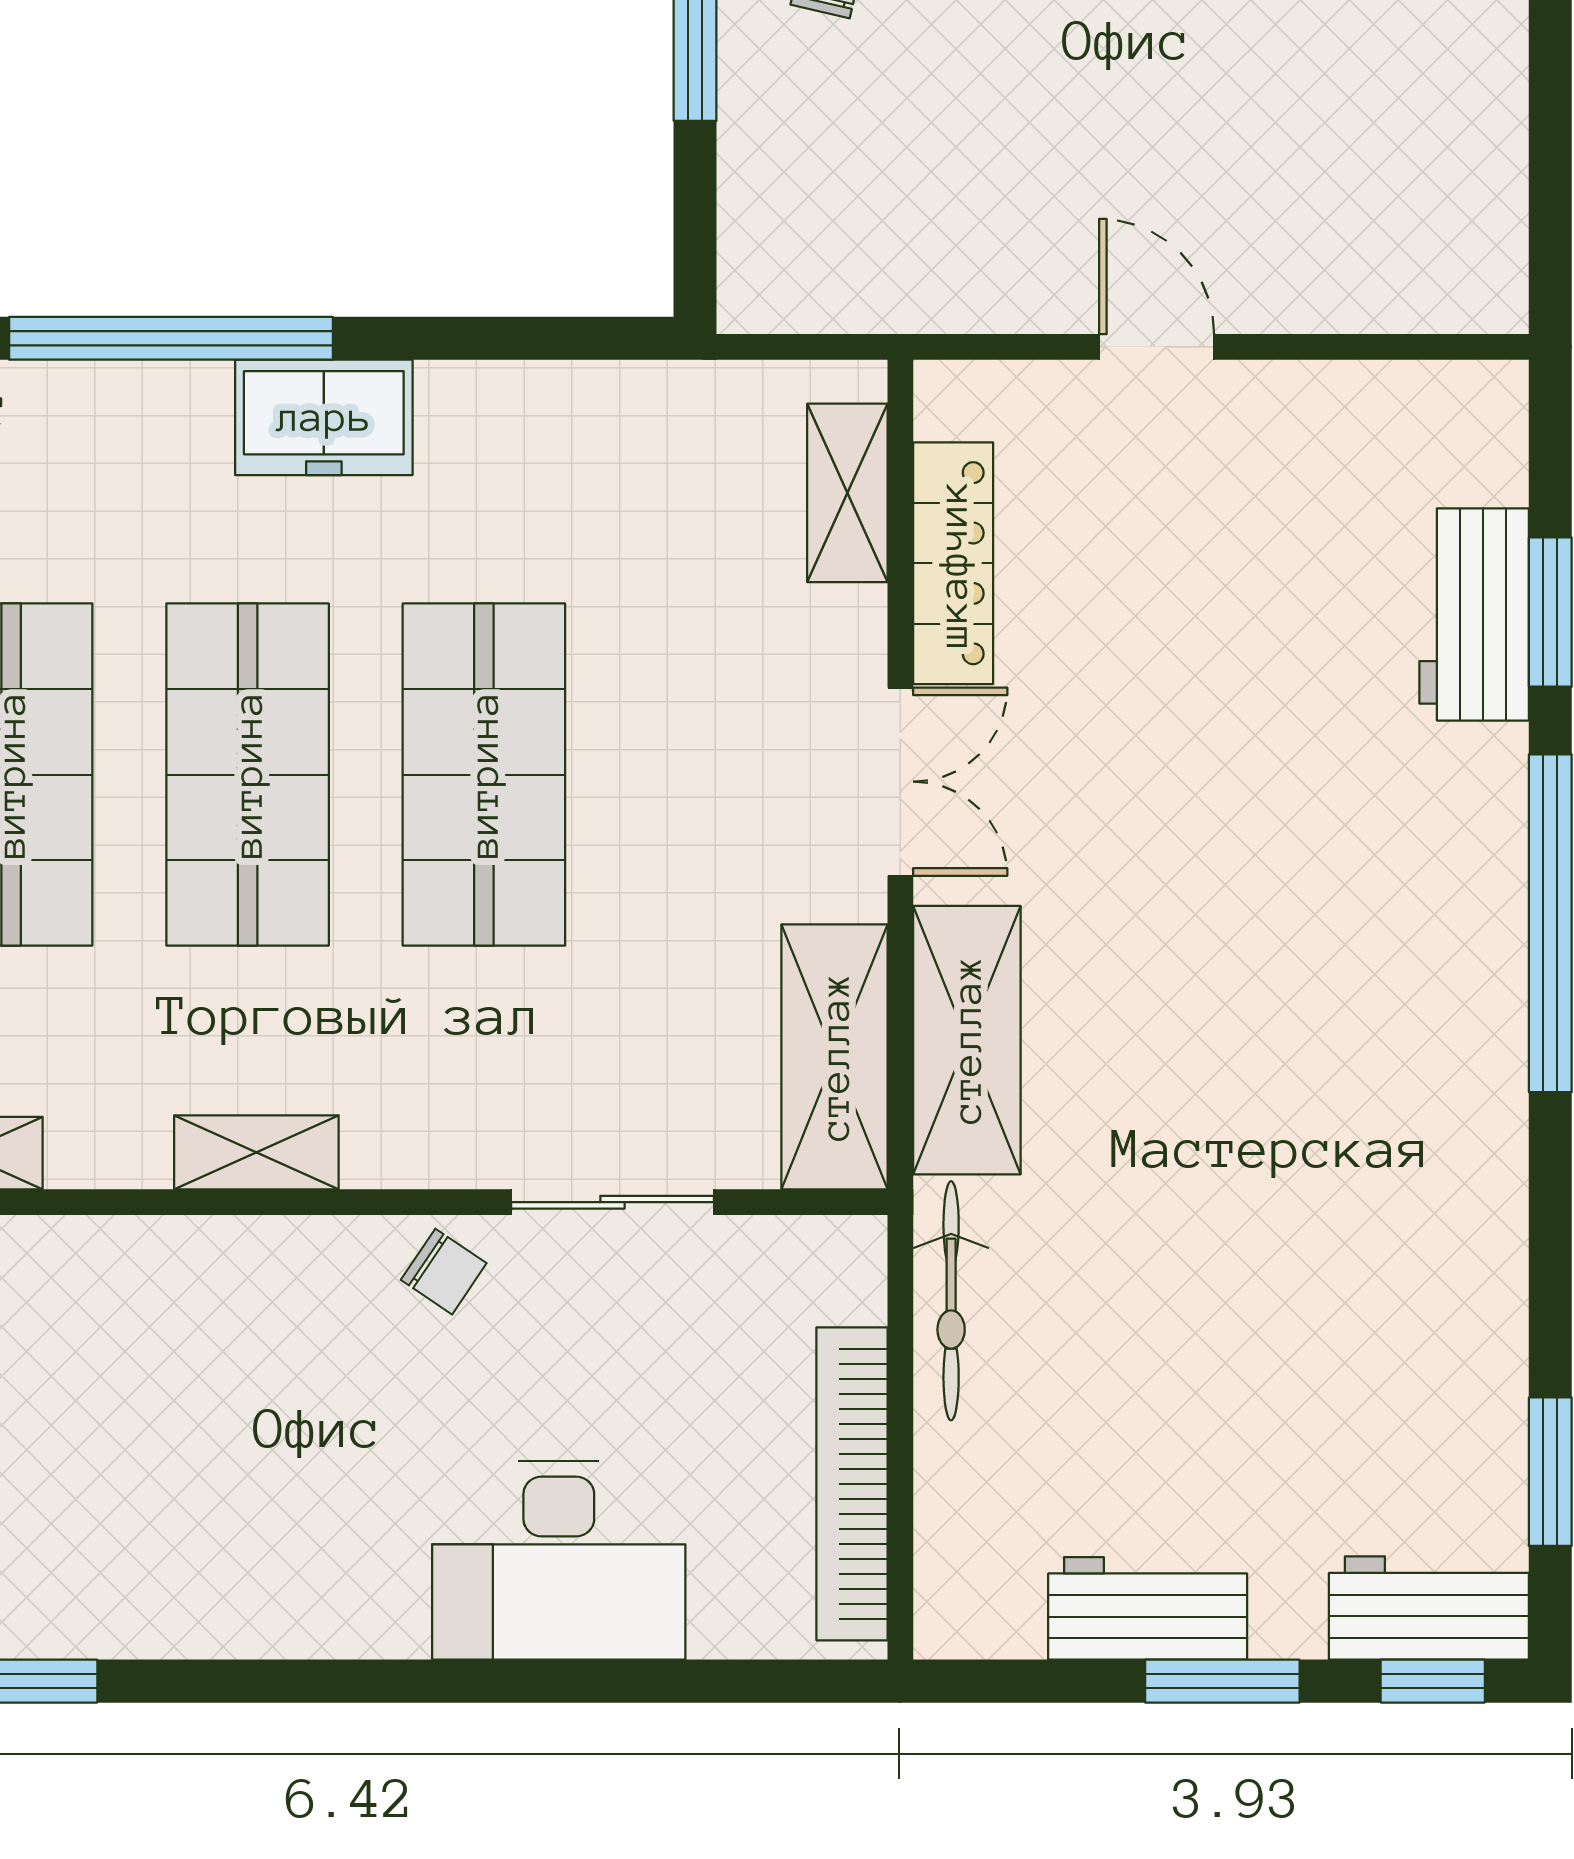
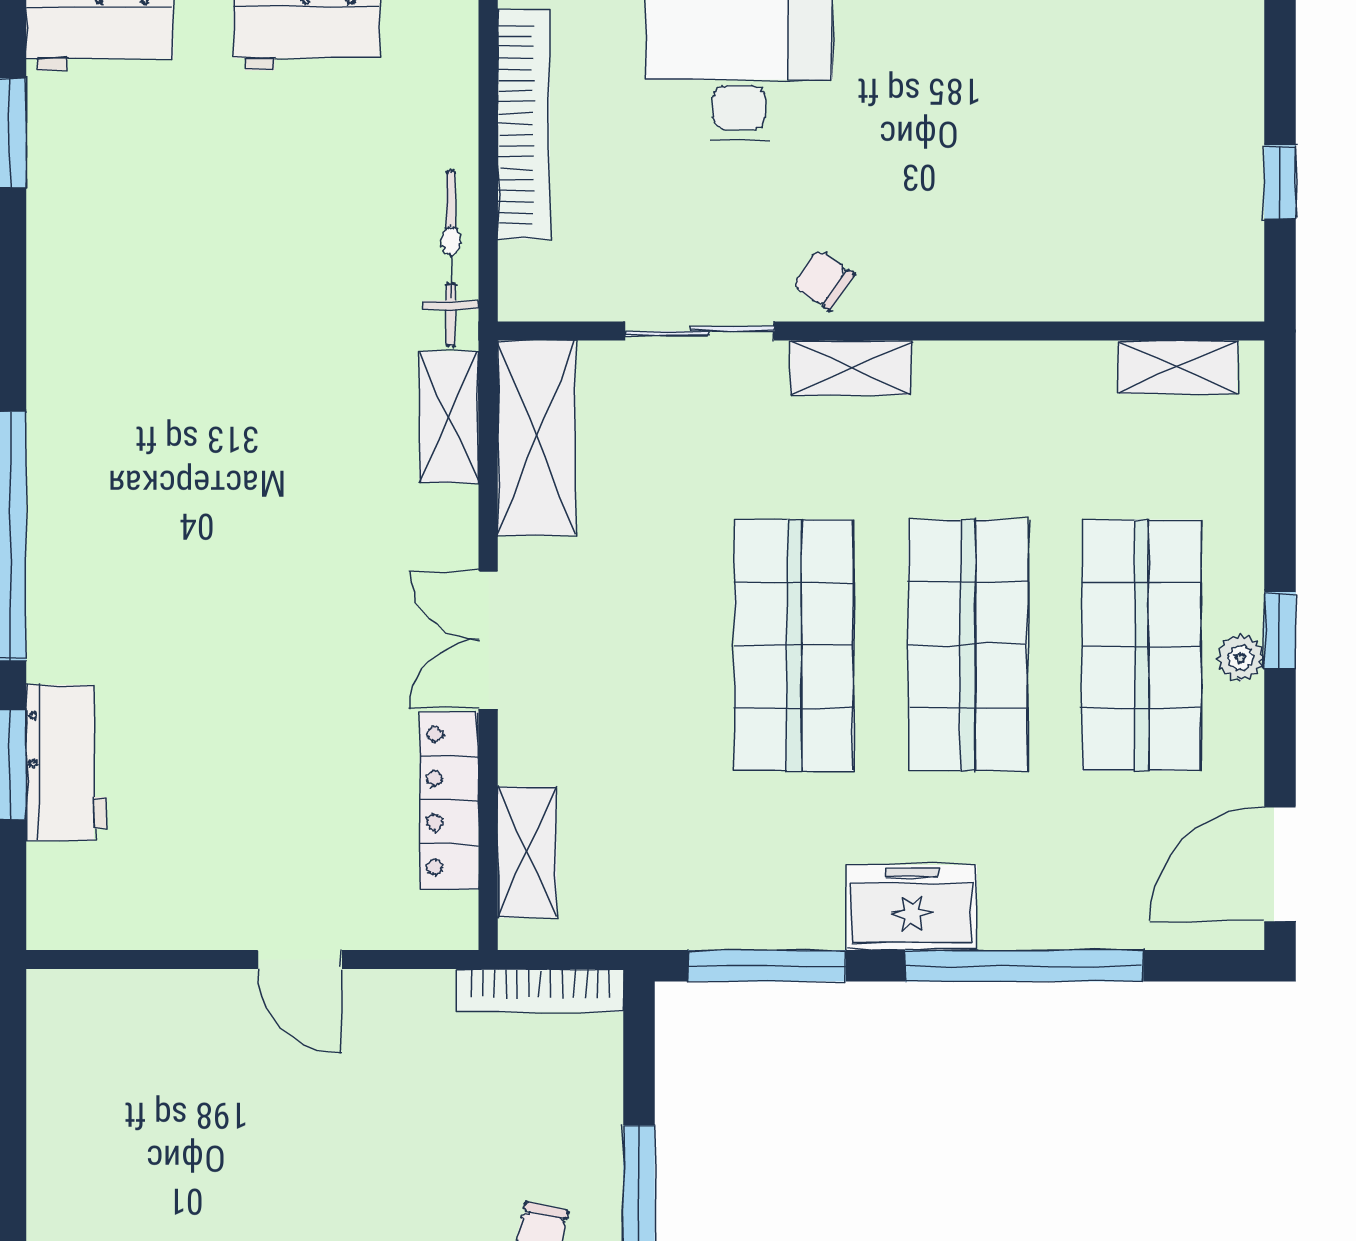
bookcase: (830, 305) -> (540, 990), added
window: (521, 338) -> (767, 966), added
shelving: (967, 1040) -> (449, 417), width x0.67, depth x0.75
shelving: (256, 1152) -> (851, 368), moved

